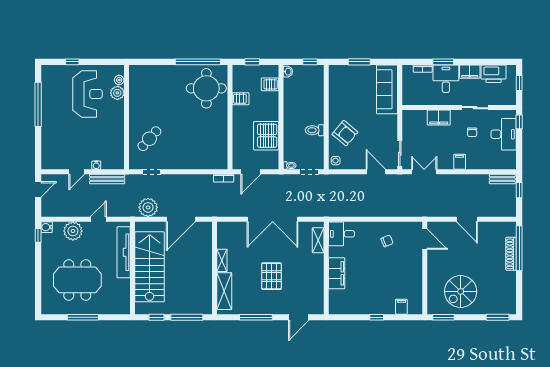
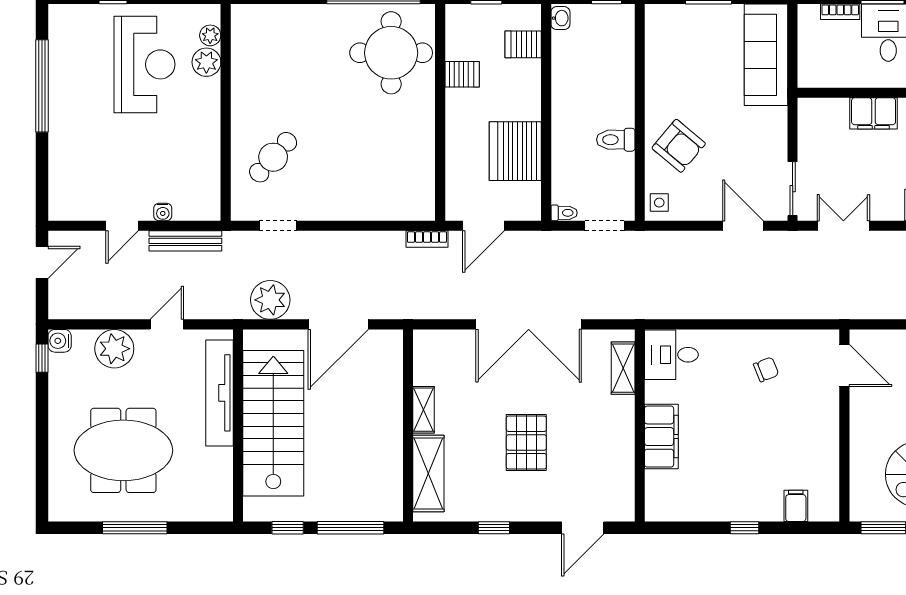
window: (256, 317) -> (494, 528), width x0.46

